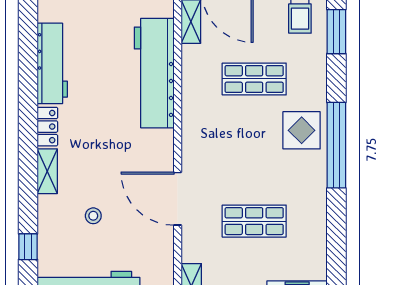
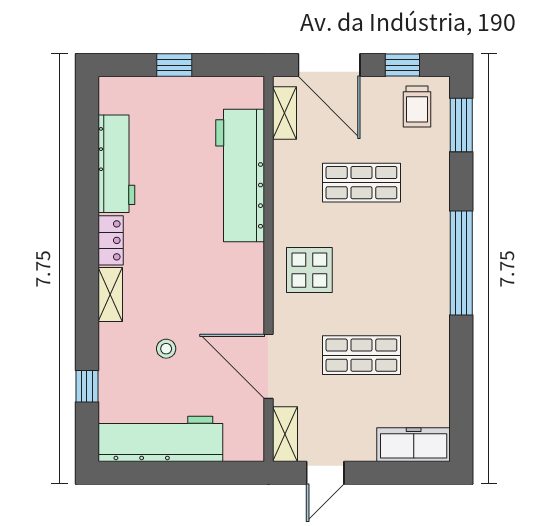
display table: (302, 130) -> (309, 270), moved
door: (178, 199) -> (269, 366), moved

